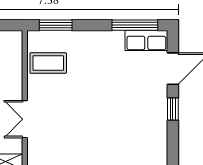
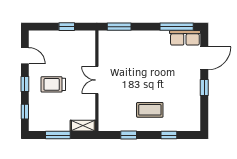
coffee table: (48, 63) -> (150, 110), moved
double door: (25, 119) -> (97, 80), moved

